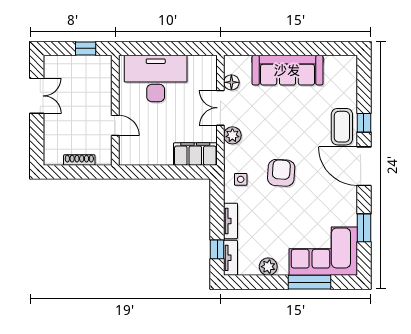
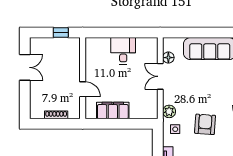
desk: (156, 79) -> (123, 51), width x0.53, depth x0.77
plant: (232, 135) -> (169, 111), moved
filing cabinet: (195, 154) -> (113, 110), moved

